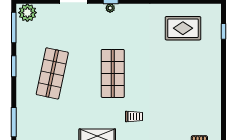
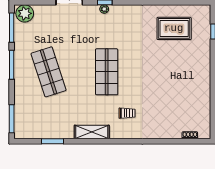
window: (14, 66) -> (12, 65), width x1.44
shop shelf: (52, 73) -> (49, 72), turned -30

